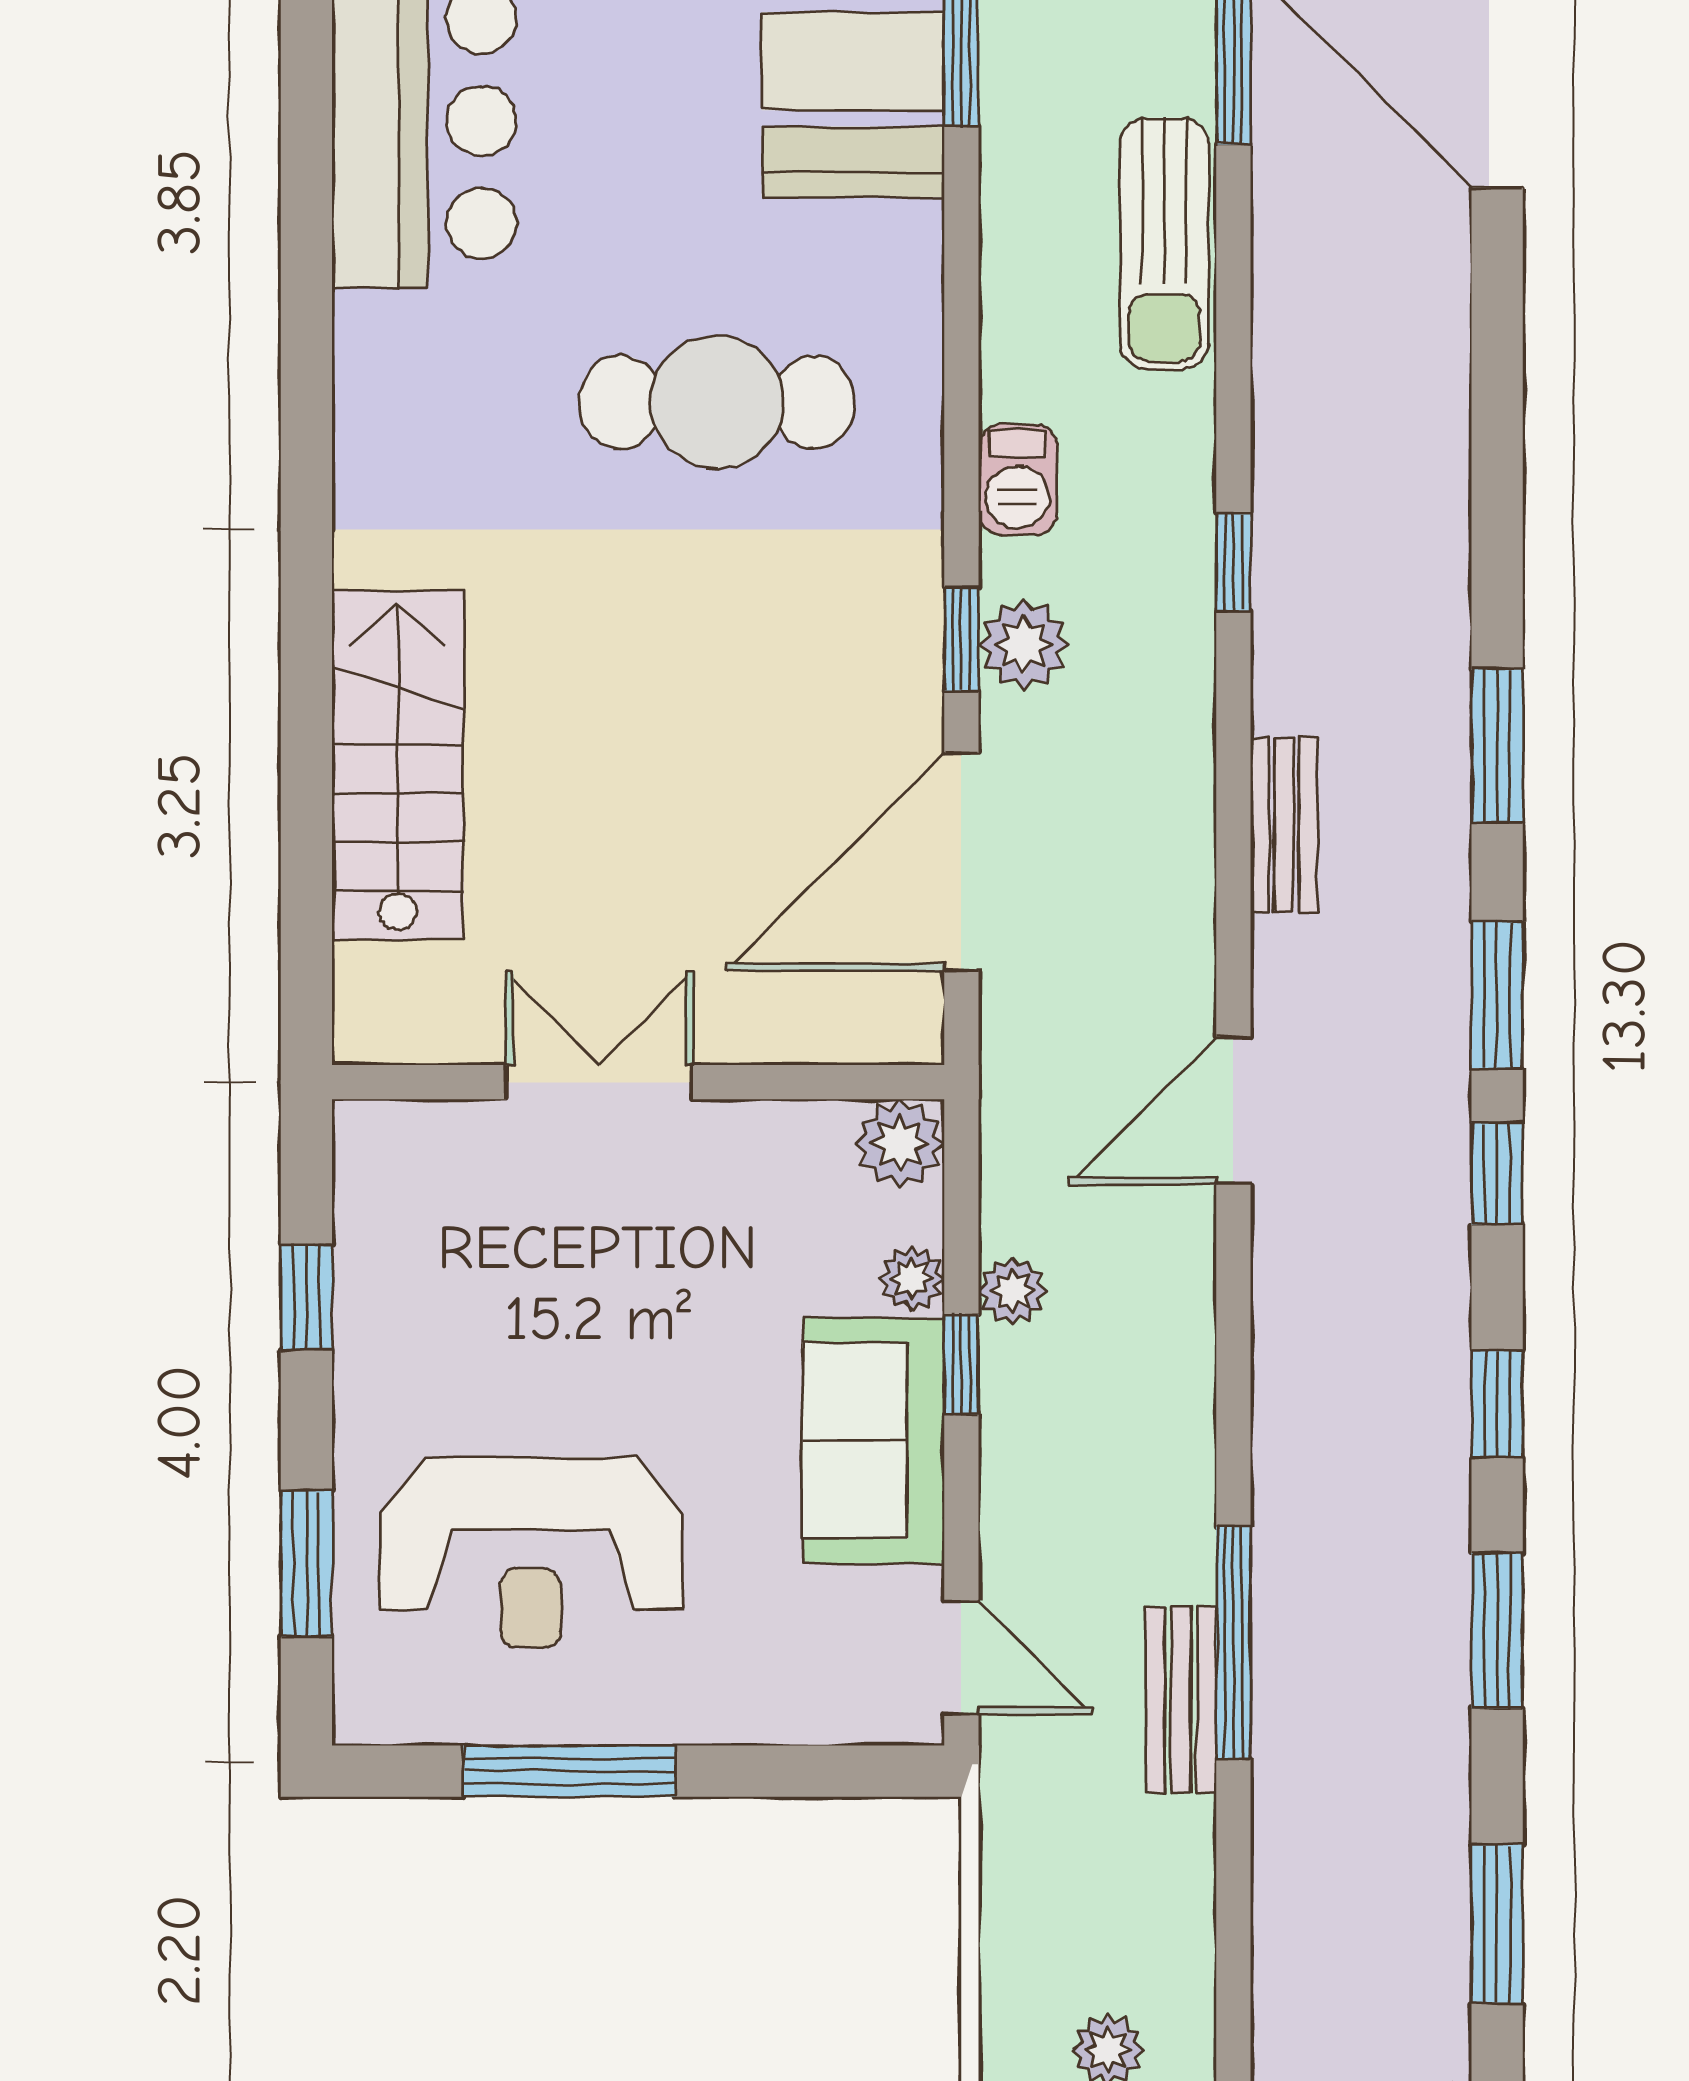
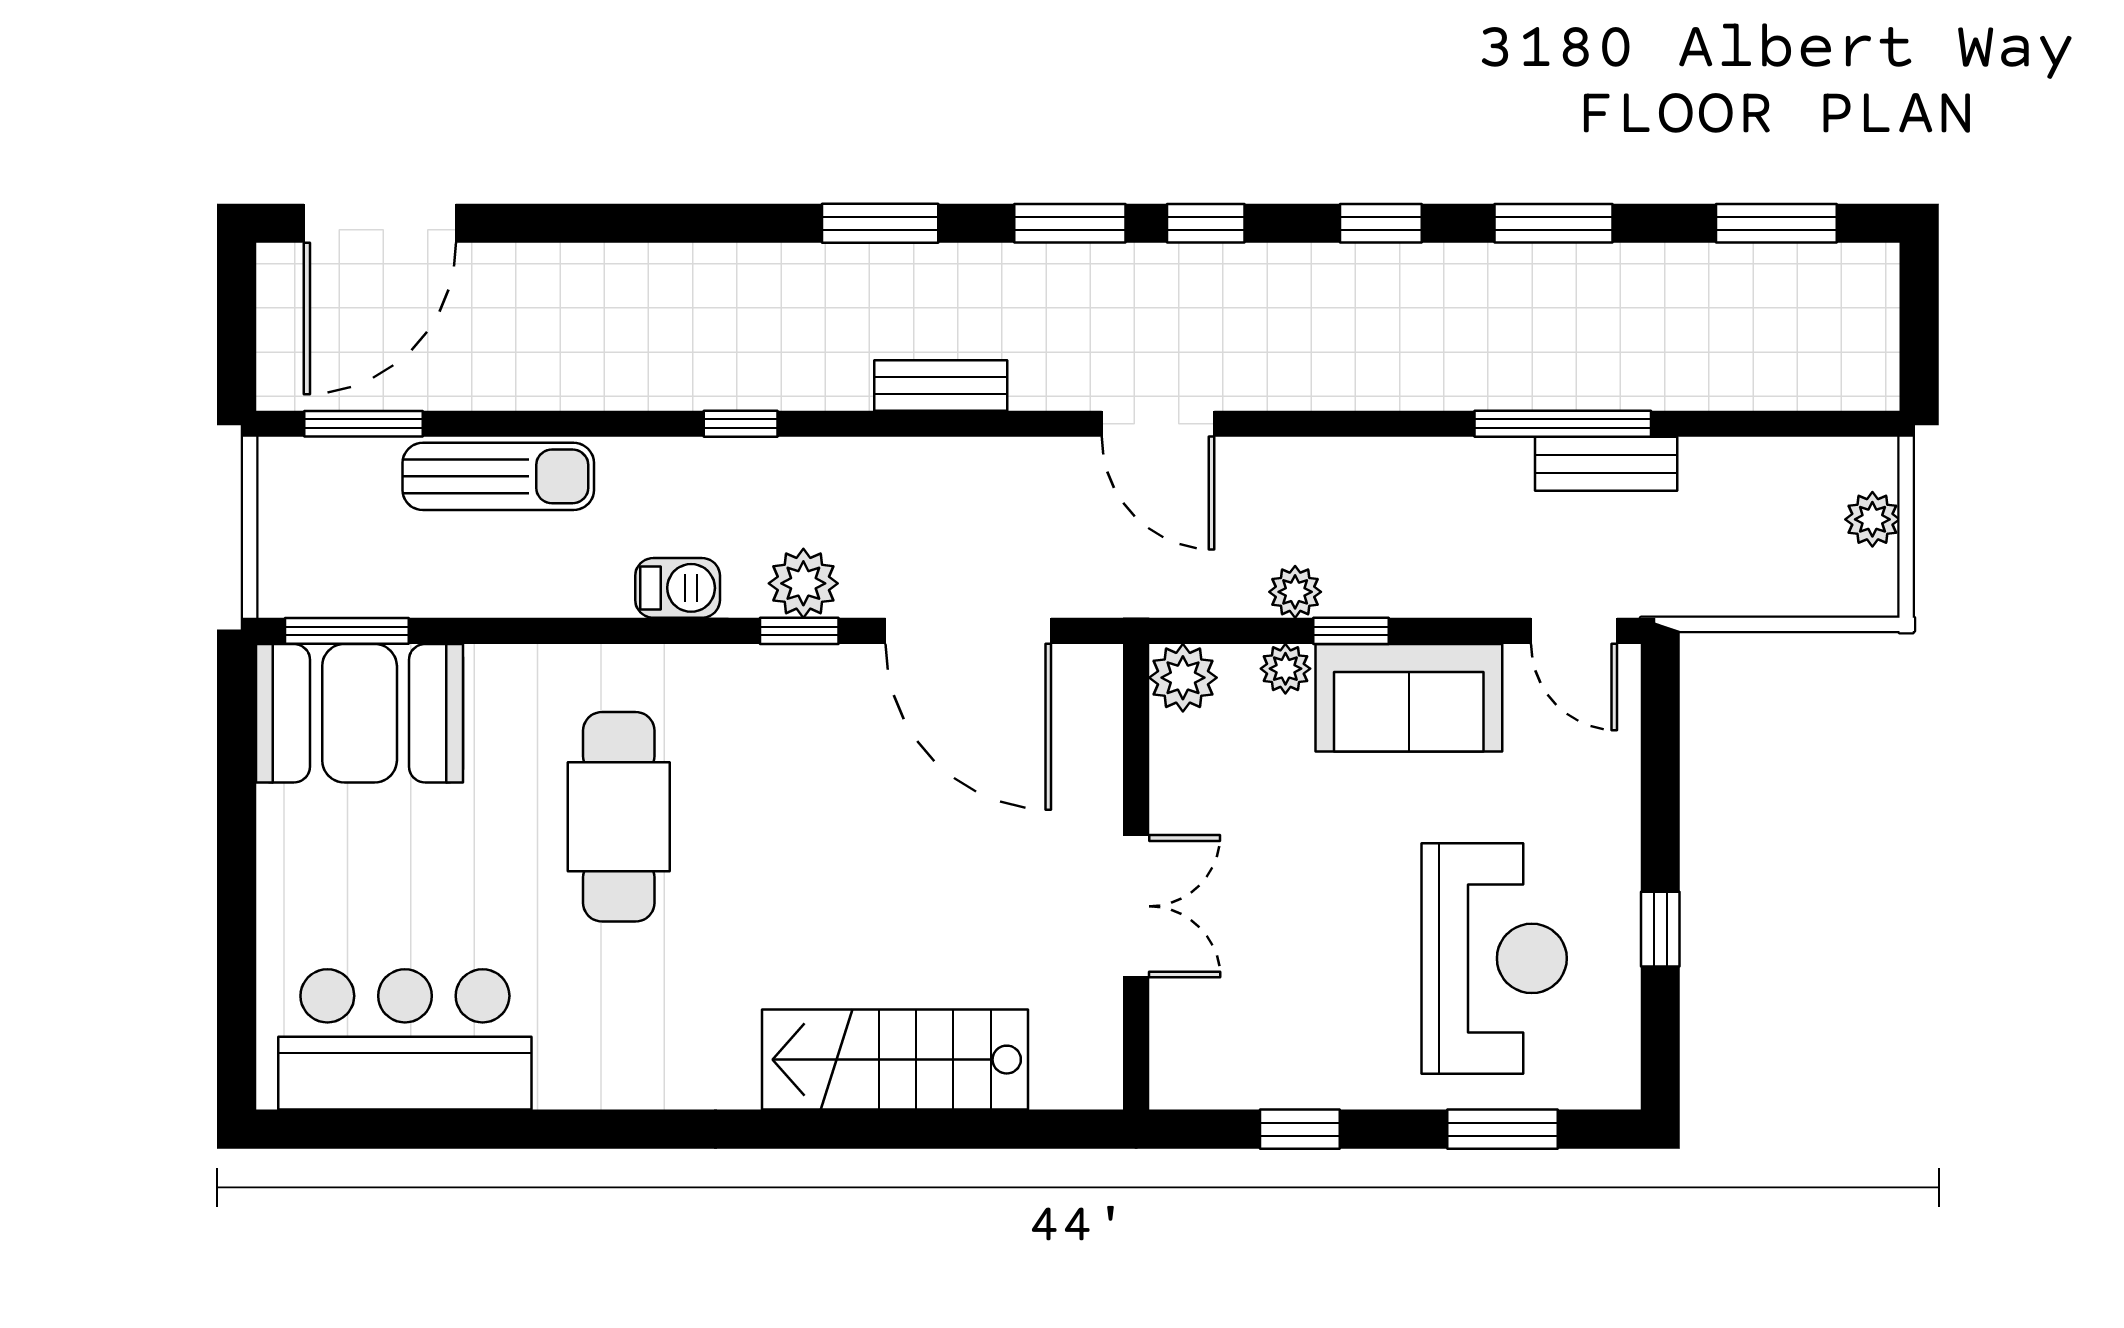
double door: (599, 1082) -> (1136, 906), swing flipped
door: (961, 1658) -> (1574, 631), swing flipped
window: (569, 1771) -> (1660, 929), width x0.46

